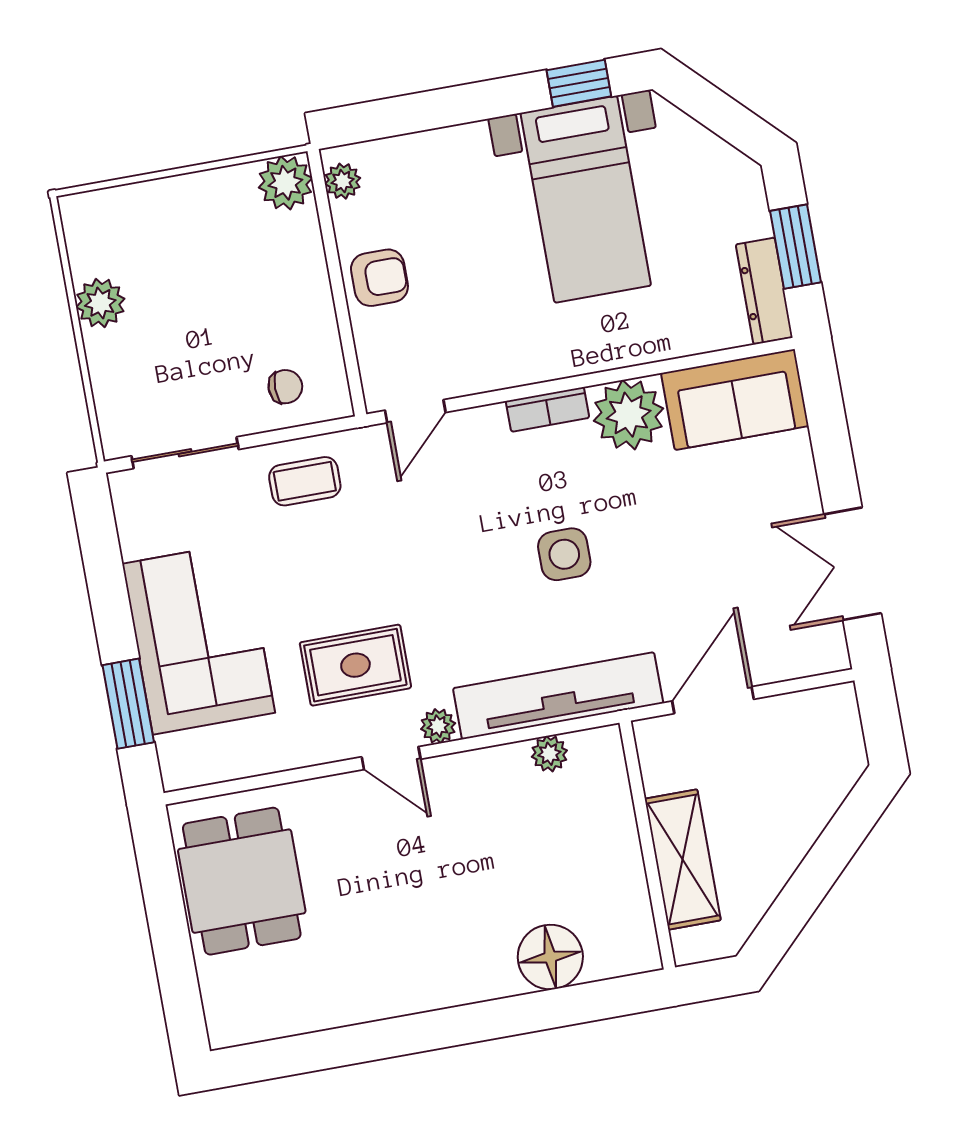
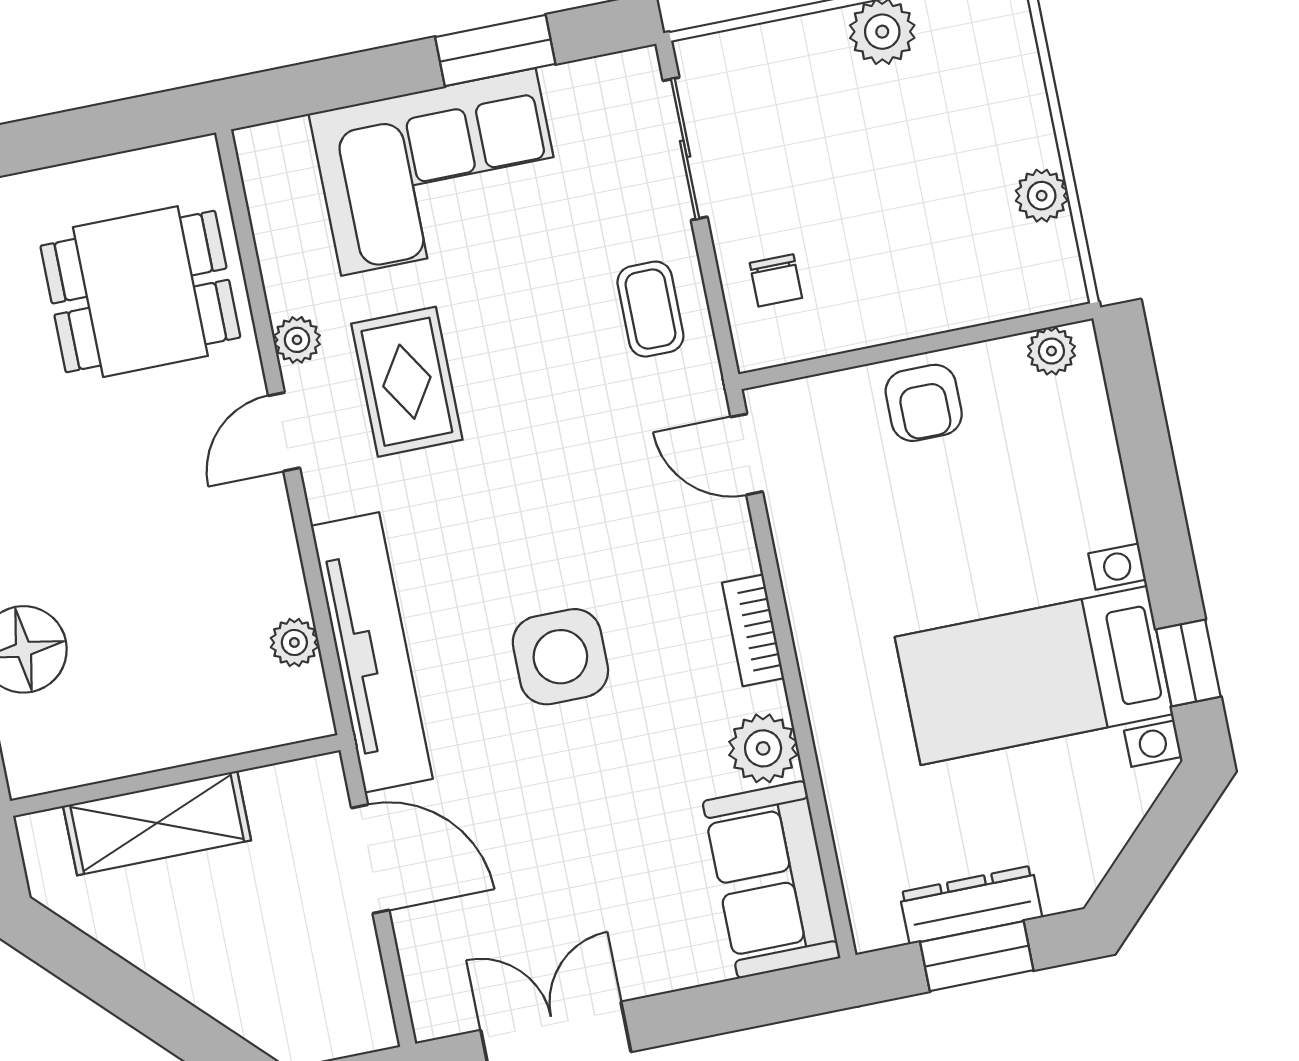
plant: (285, 183) -> (1042, 196), moved, width x0.73, depth x0.73
dresser: (764, 291) -> (971, 905), moved
plant: (629, 415) -> (763, 748), width x0.73, depth x0.73
side table: (564, 554) -> (560, 657), width x1.37, depth x1.37
window: (128, 704) -> (495, 51), moved
plant: (438, 726) -> (297, 340), moved
dining table: (242, 881) -> (140, 292), moved

